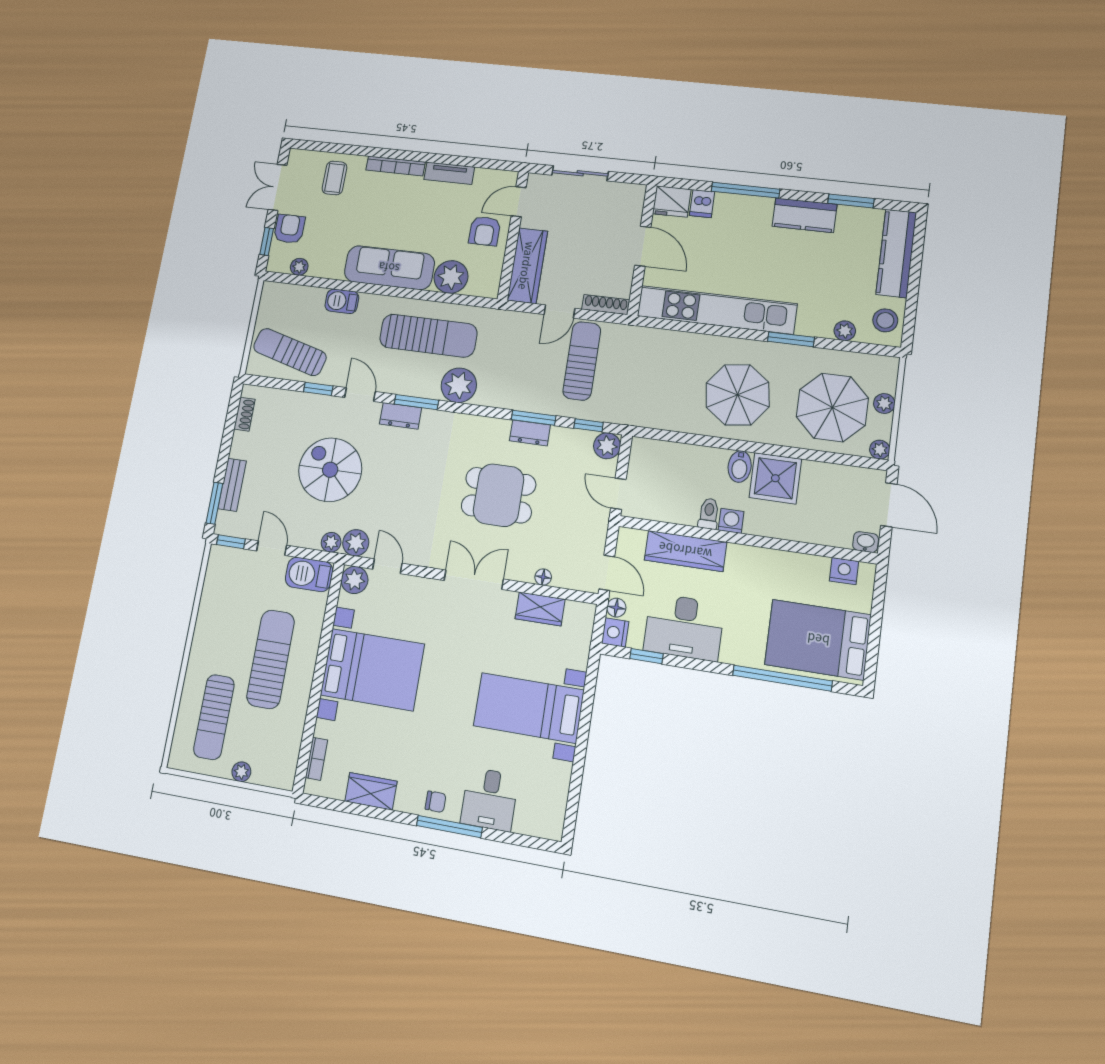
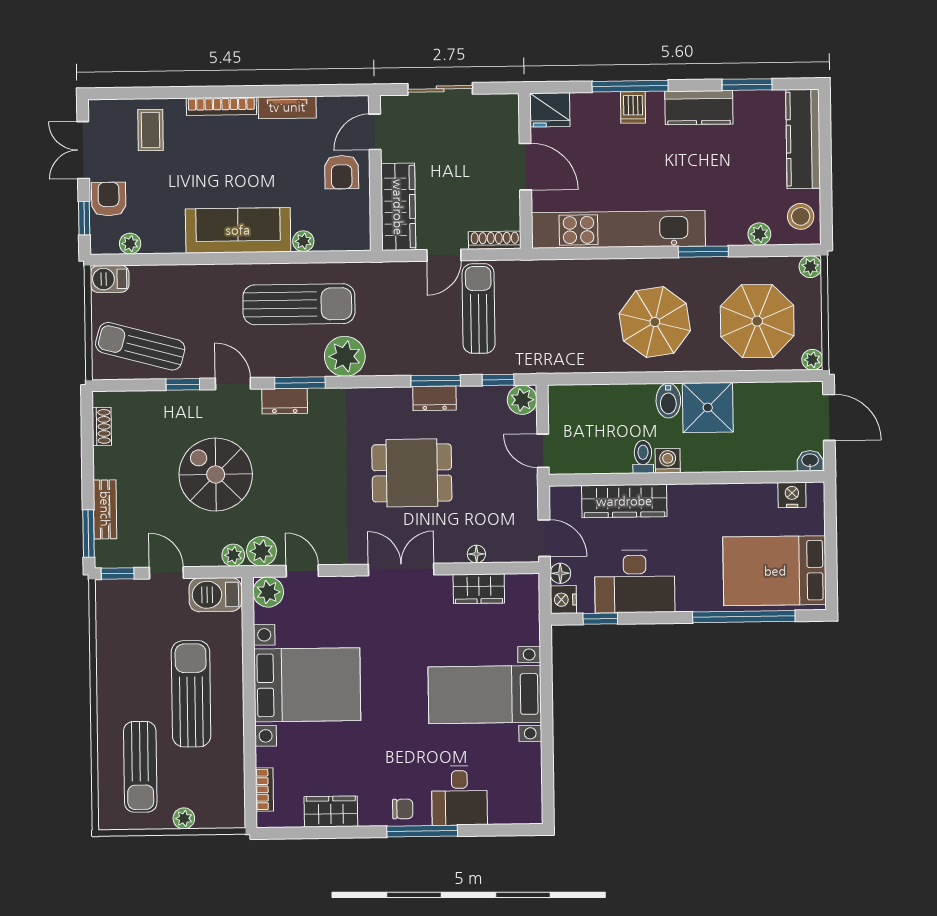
dishwasher: (702, 204) -> (633, 107), moved
plant: (451, 277) -> (303, 241), width x0.53, depth x0.53
barbecue: (342, 301) -> (110, 279), moved
plant: (884, 403) -> (810, 267), moved

